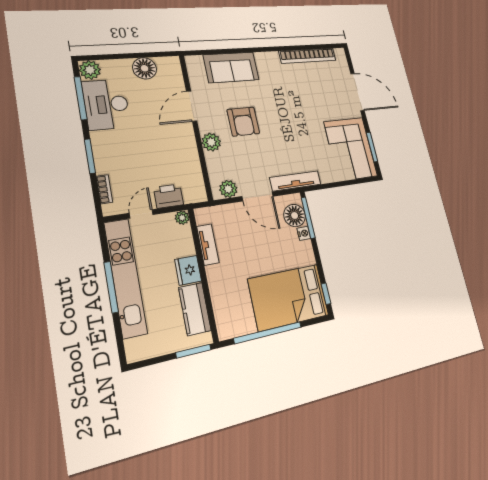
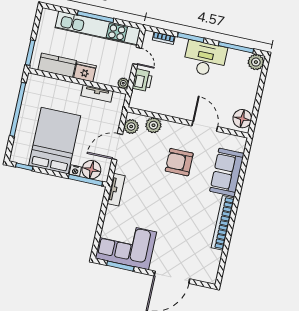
bookcase: (308, 56) -> (223, 223), moved
floor lamp: (145, 68) -> (242, 119), moved
desk: (106, 104) -> (205, 59), moved
plant: (211, 142) -> (153, 125), moved
tv unit: (295, 181) -> (116, 190), width x0.71
bed: (289, 297) -> (55, 141), moved

